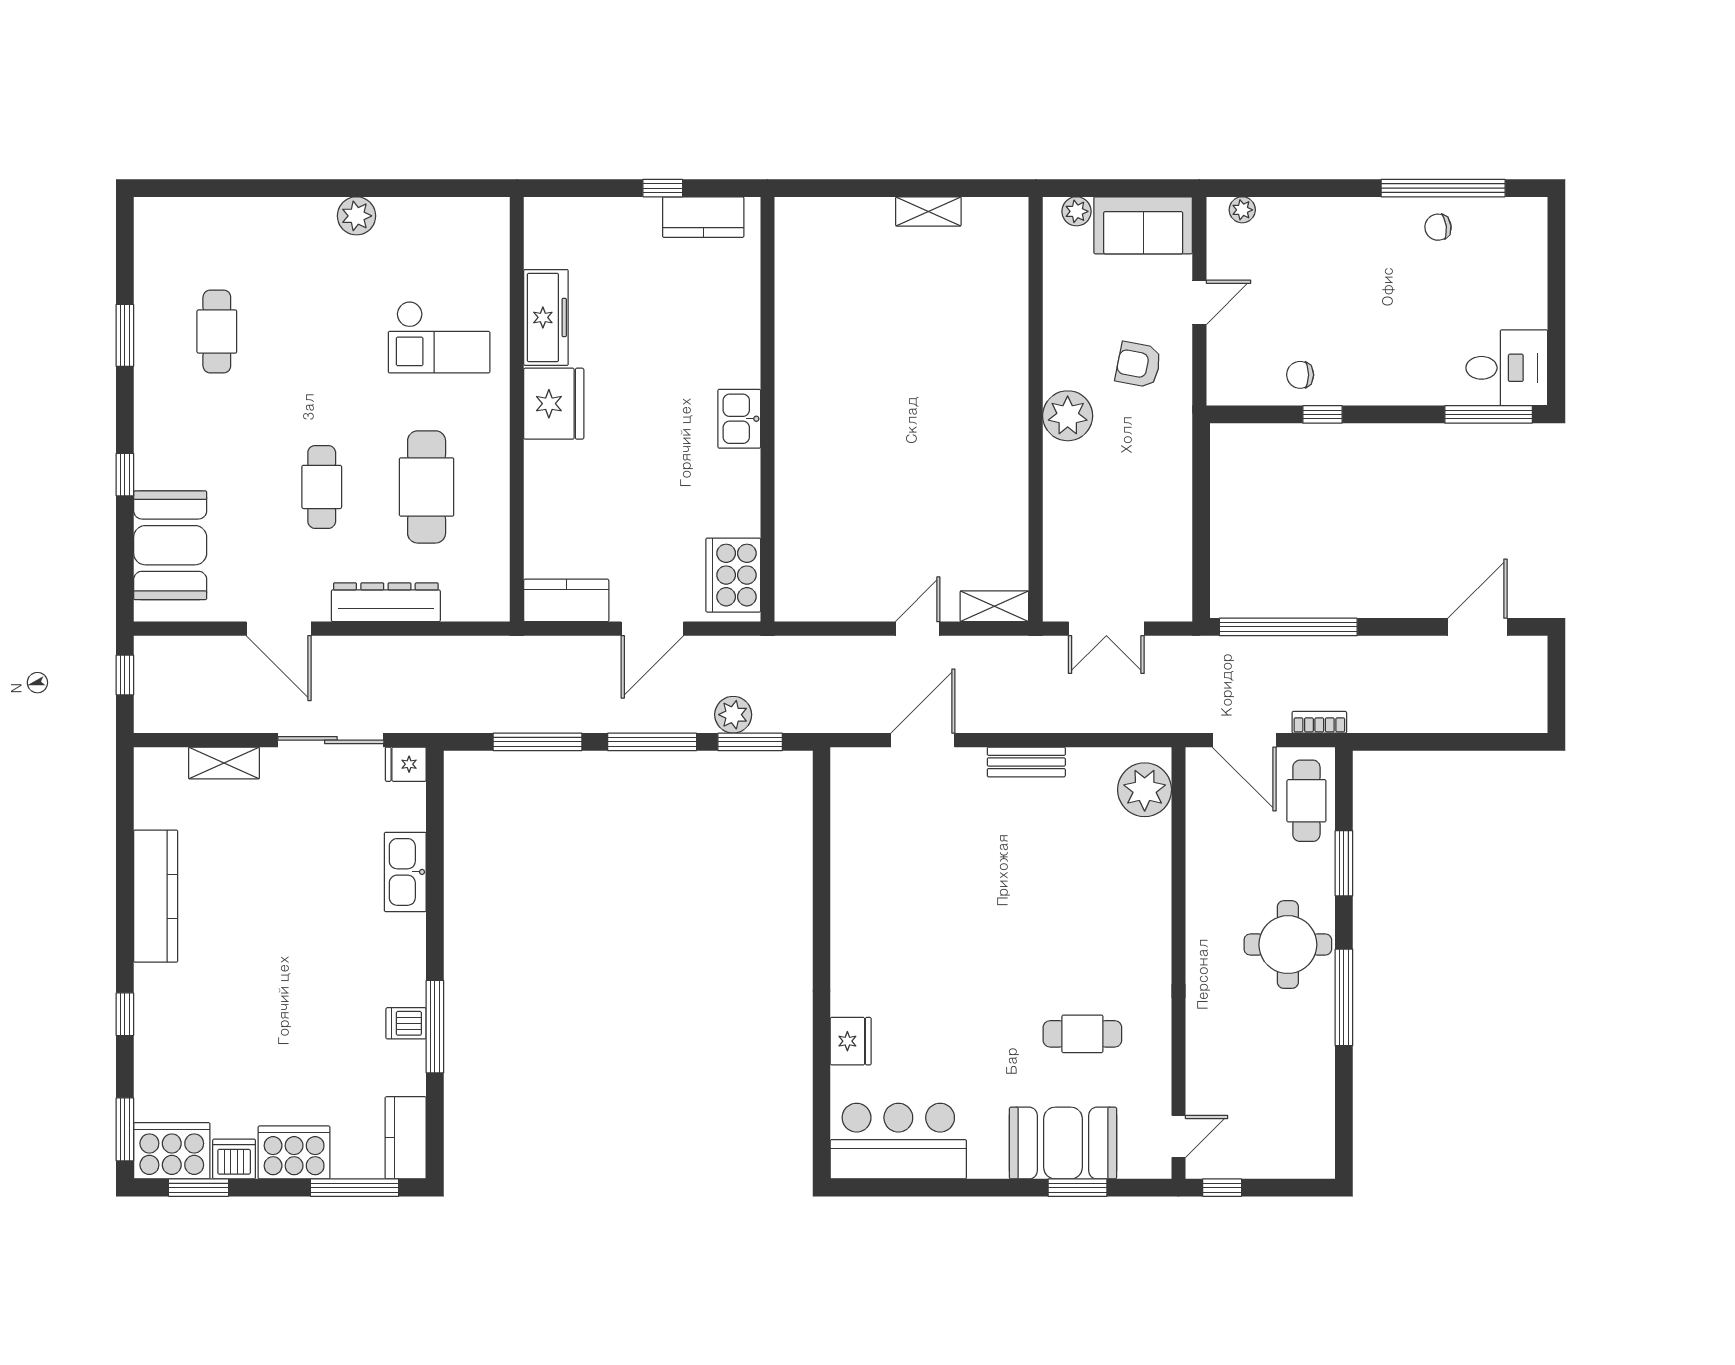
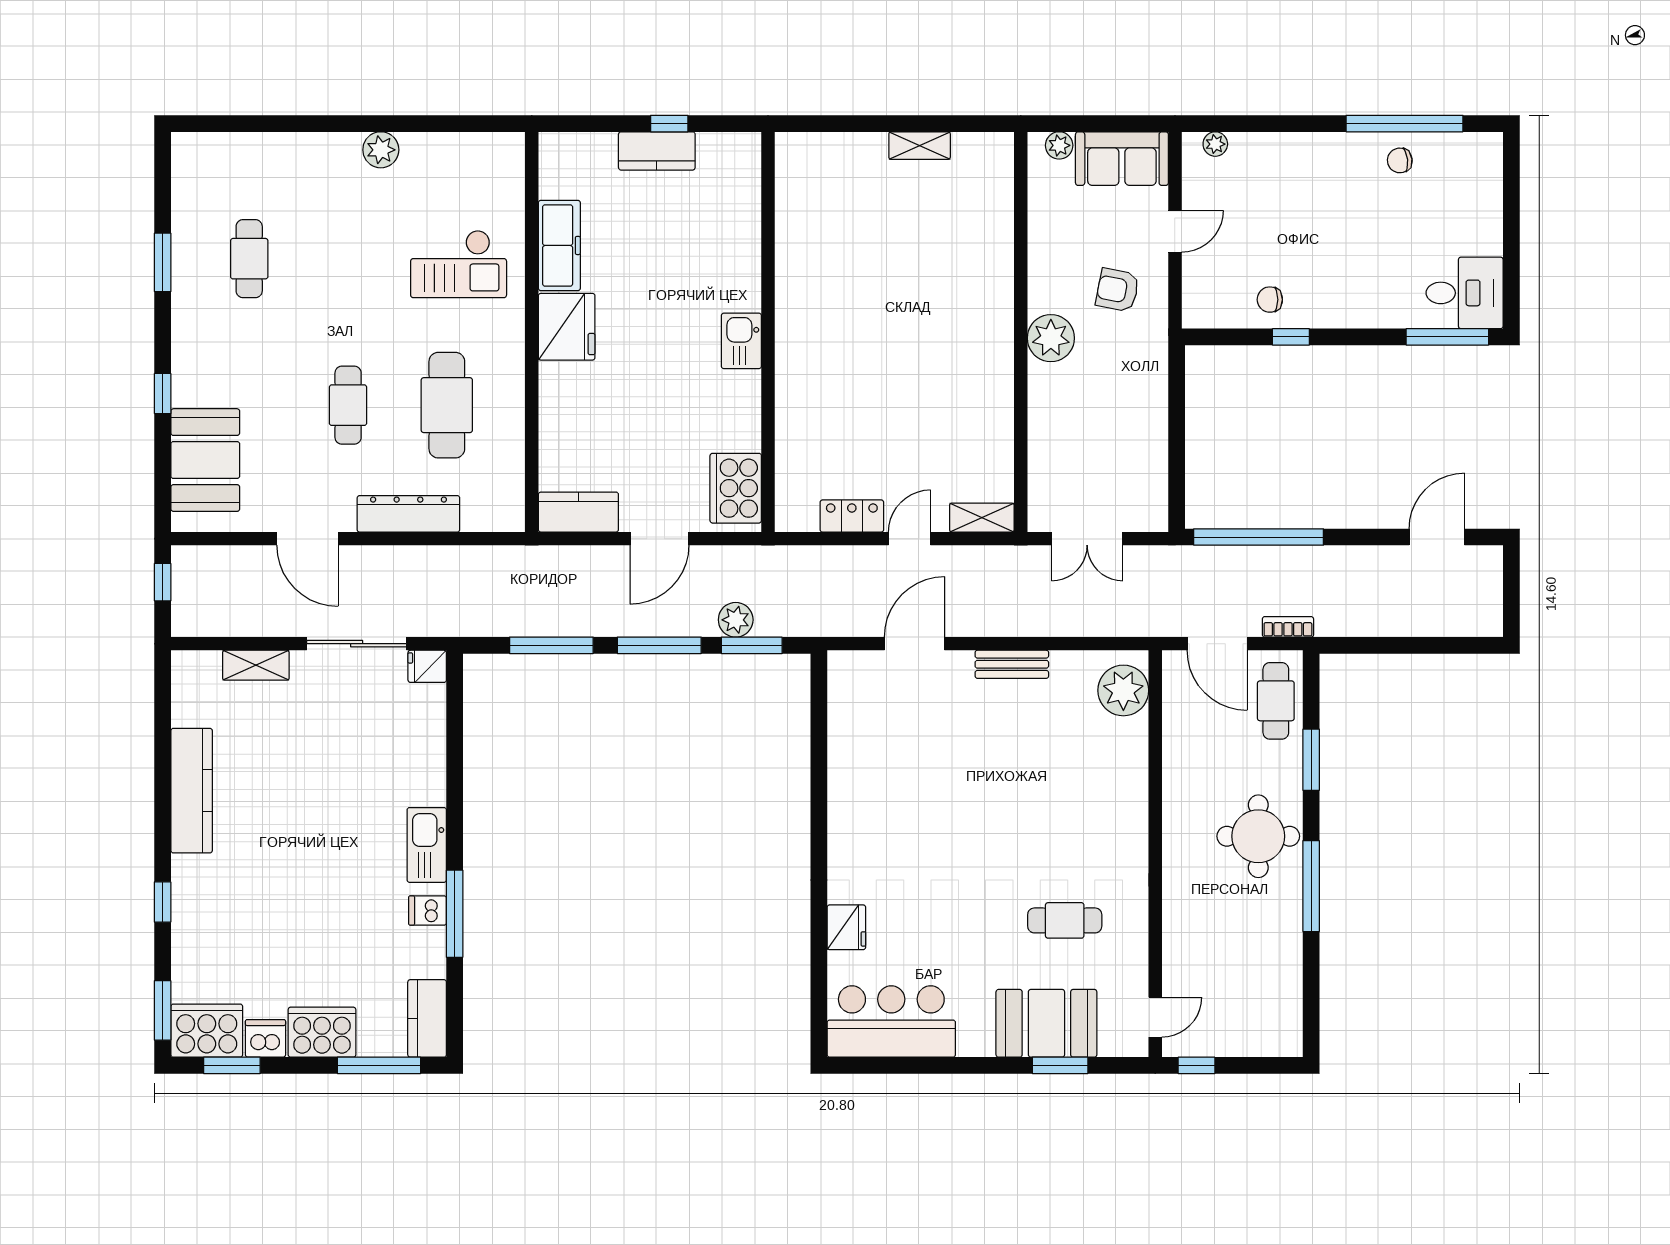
kitchen counter: (703, 217) -> (657, 151), moved
locker: (856, 605) -> (852, 516), added
kitchen sink: (405, 872) -> (427, 845), moved

